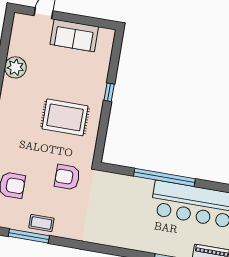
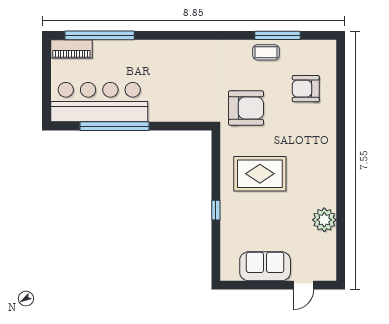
armchair: (67, 177) -> (246, 108), width x1.36, depth x1.36
window: (164, 177) -> (115, 126), moved

